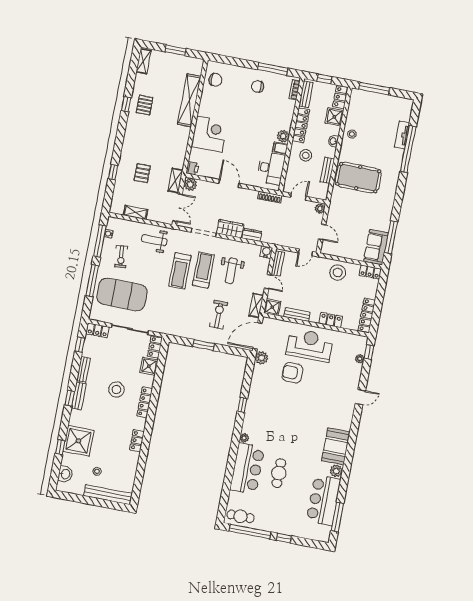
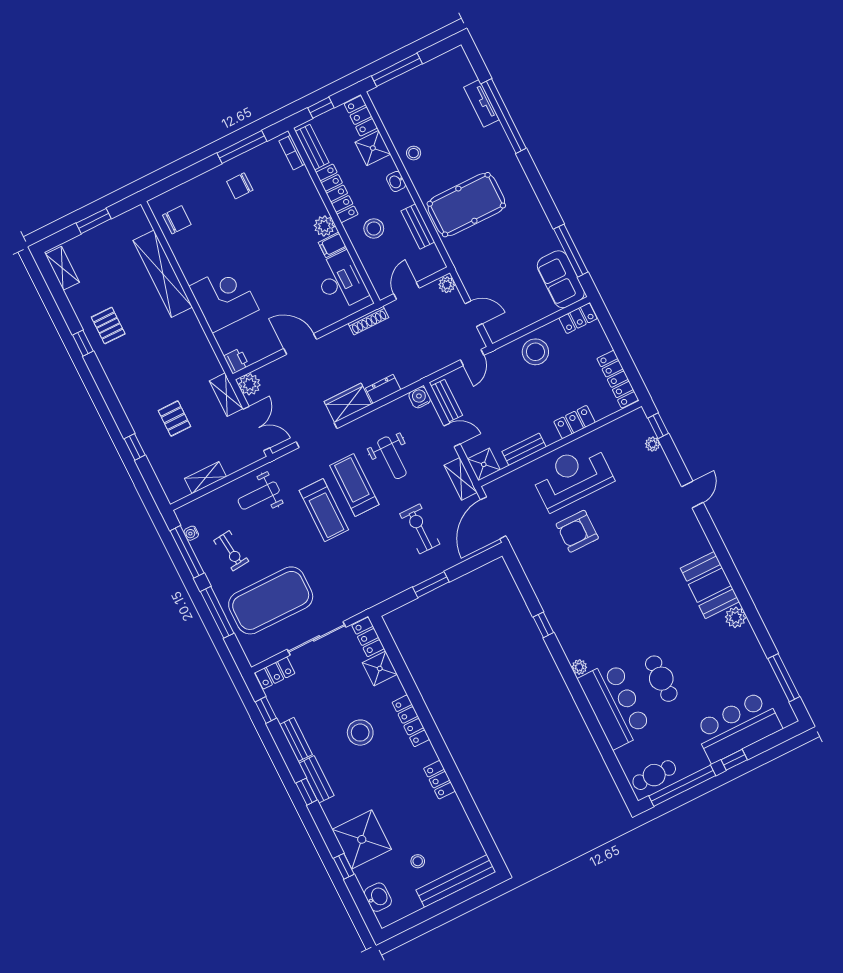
plant: (262, 358) -> (521, 543), removed
bar counter: (323, 500) -> (738, 727), moved, turned 90

